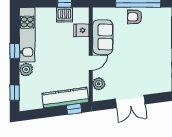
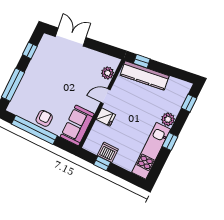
armchair: (135, 17) -> (44, 118), turned -90
fridge: (81, 30) -> (106, 117), moved
sofa: (103, 37) -> (77, 125), moved
double door: (130, 102) -> (71, 37), moved

